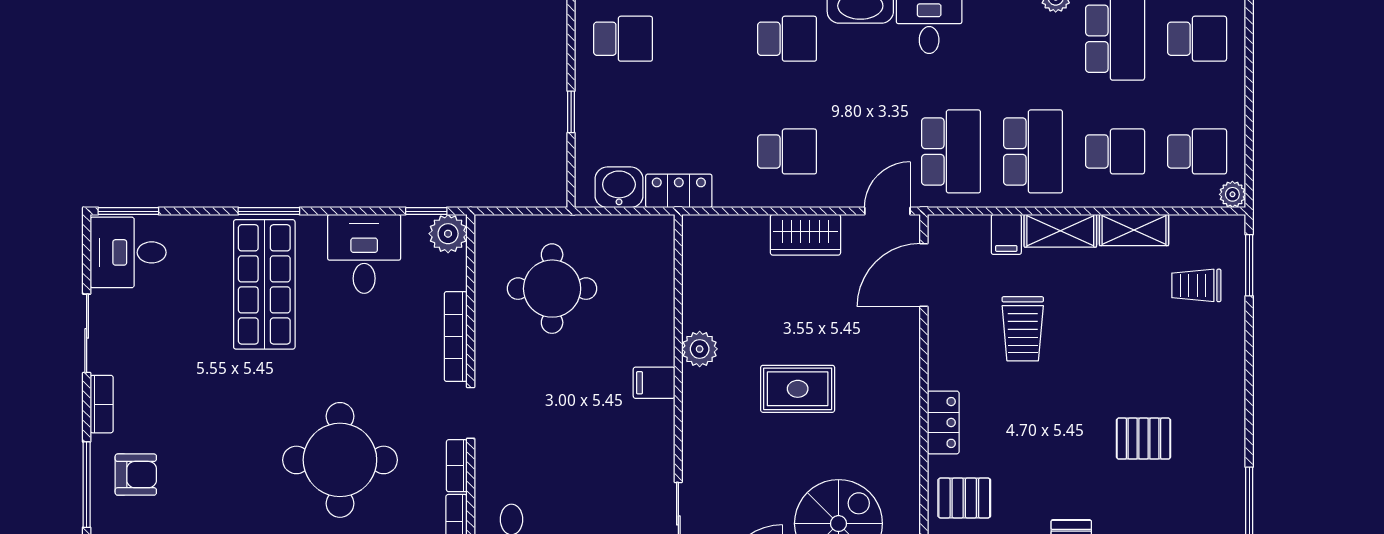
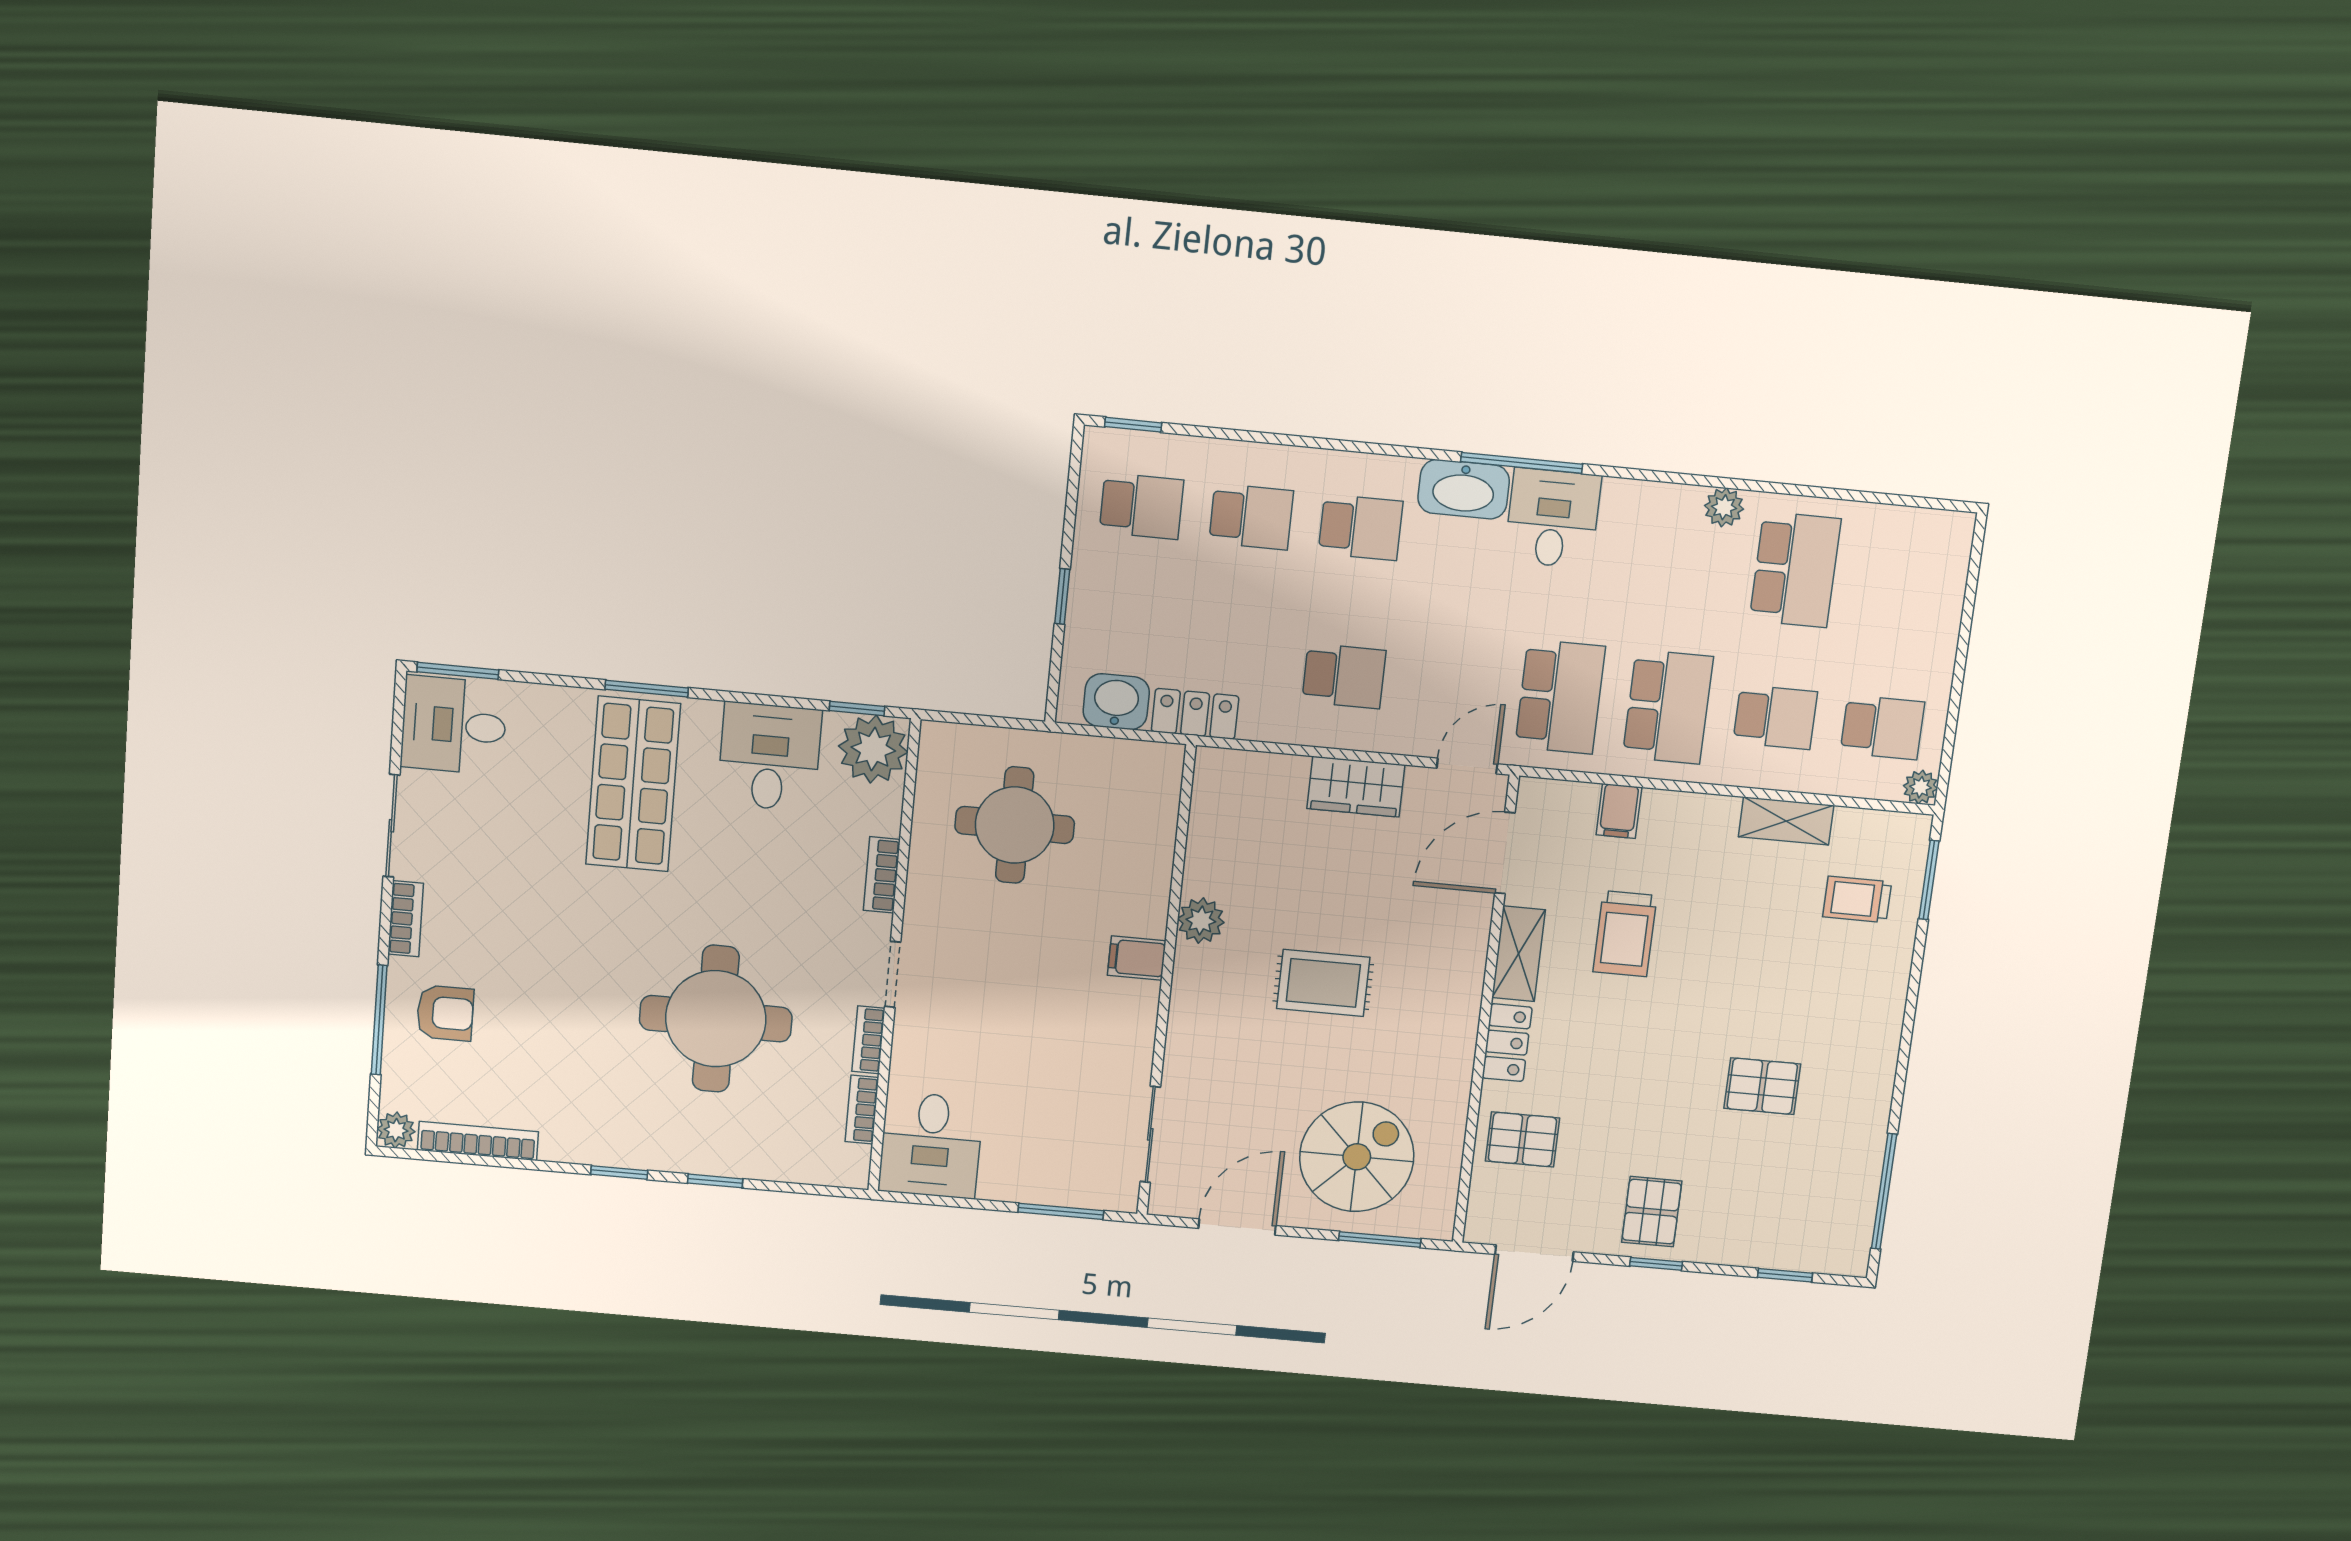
school desk: (1197, 39) -> (1251, 517), moved
shelving: (1060, 231) -> (1519, 954), moved, turned 90
plant: (448, 234) -> (873, 749), width x1.36, depth x1.36
bookcase: (456, 336) -> (882, 875), width x0.64

